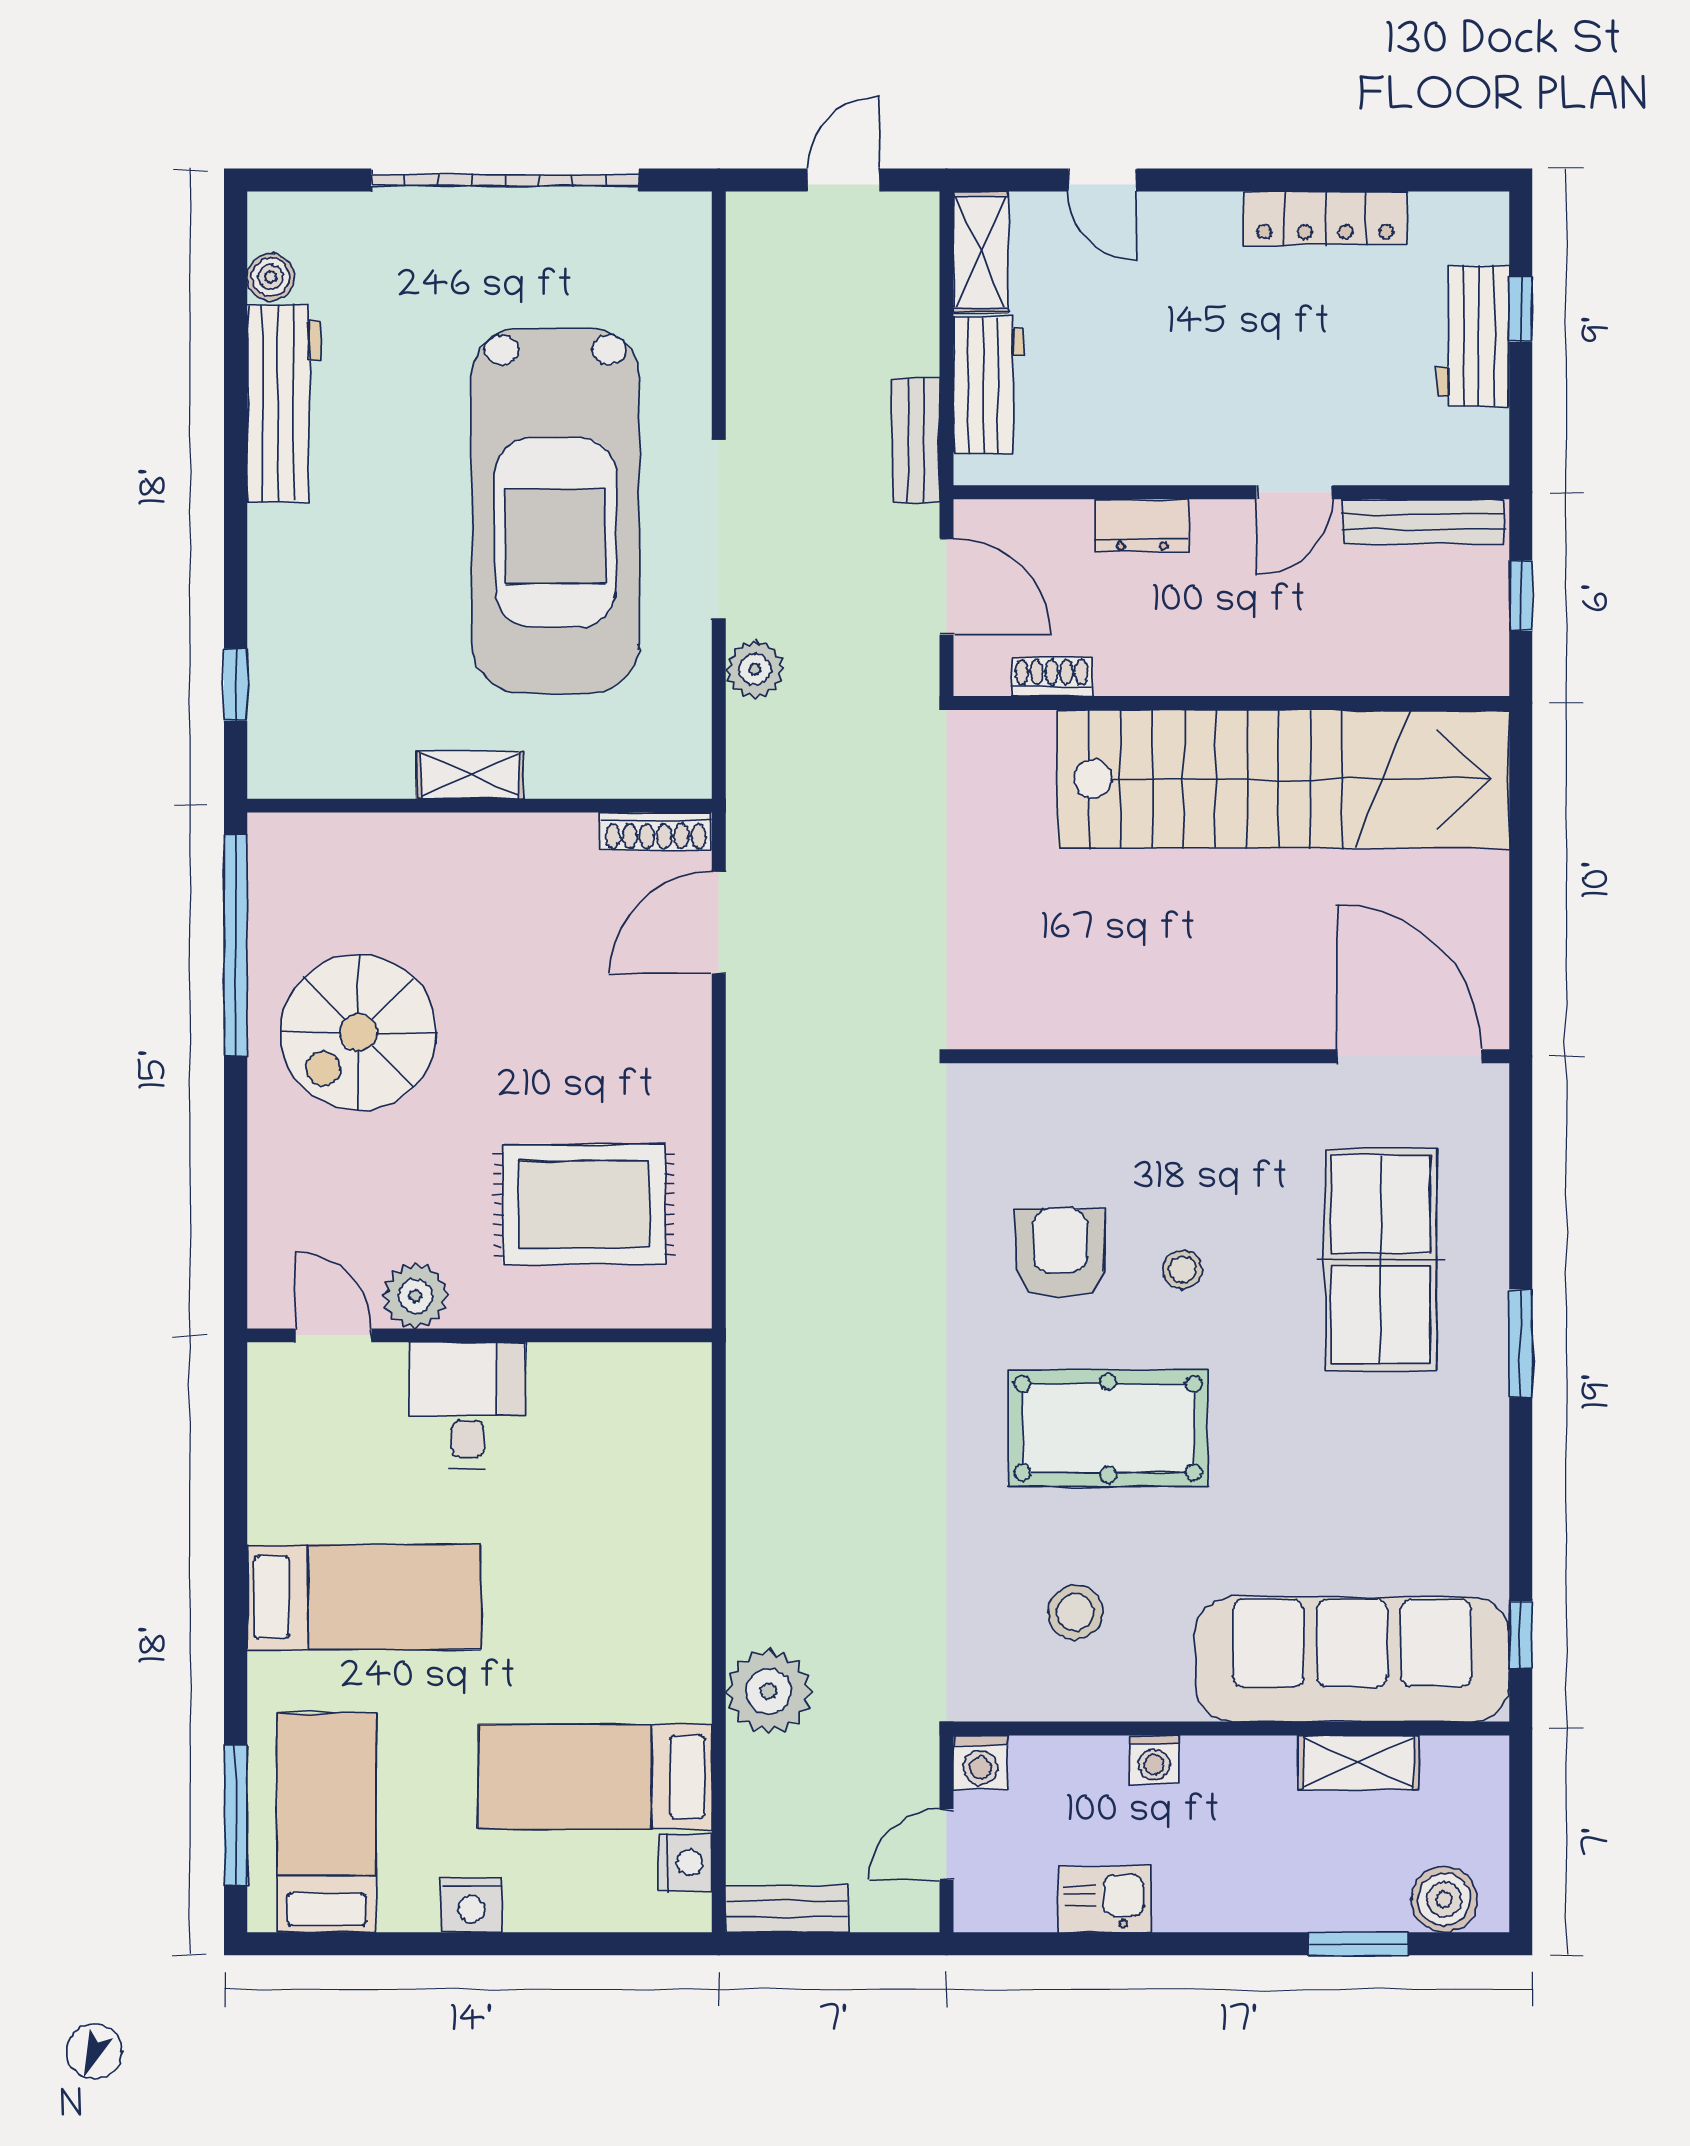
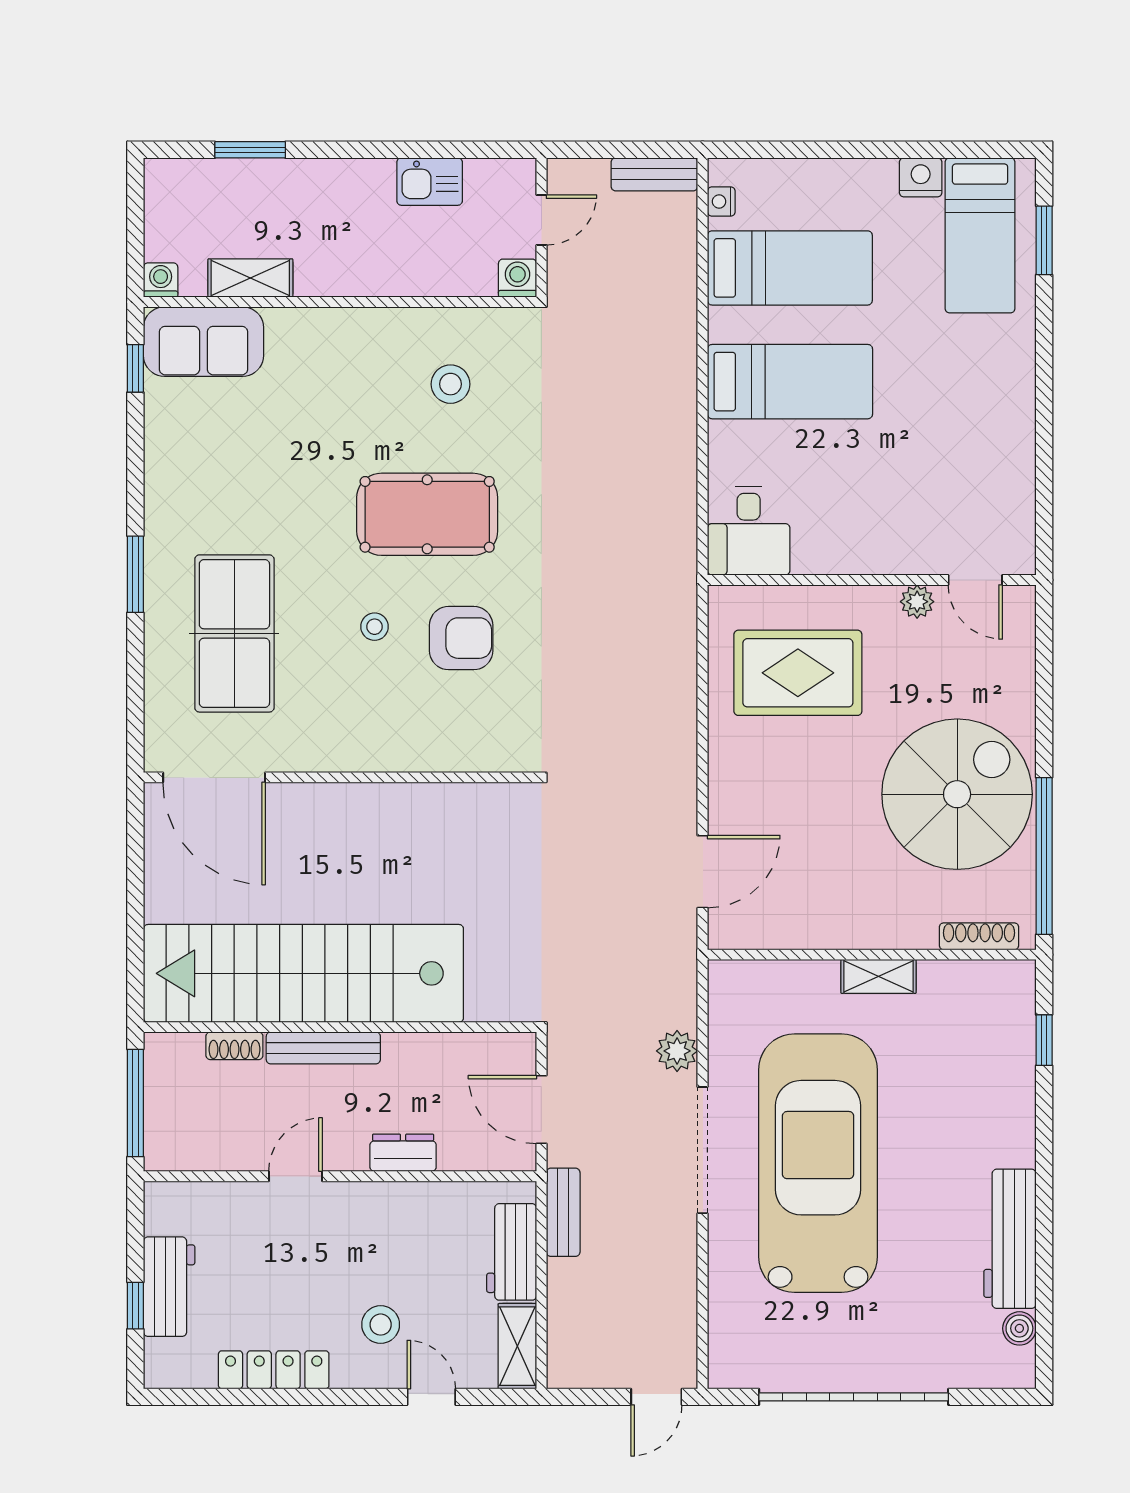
door: (843, 180) -> (656, 1397), moved
stool: (1174, 282) -> (381, 1325), added
bench: (1423, 522) -> (323, 1048), moved
window: (1521, 596) -> (135, 1103), width x2.17
shoe rack: (1052, 677) -> (234, 1046), moved
shoe rack: (656, 832) -> (979, 936), moved
spiral stairs: (359, 1032) -> (957, 794), width x1.37, depth x1.37
armchair: (1060, 1253) -> (461, 638), turned -90
plant: (415, 1296) -> (917, 602), width x0.73, depth x0.73
desk: (467, 1405) -> (749, 531), moved
bed: (364, 1597) -> (790, 382), moved, turned 180
sofa: (1352, 1659) -> (203, 342), width x0.54, depth x0.79
plant: (769, 1691) -> (667, 328), removed
washing machine: (1154, 1760) -> (161, 280), moved
window: (236, 1816) -> (1044, 240), width x0.69
nightstand: (685, 1862) -> (721, 202), width x0.72, depth x0.74
boiler: (1444, 1899) -> (190, 181), removed
nightstand: (471, 1905) -> (921, 177), moved

